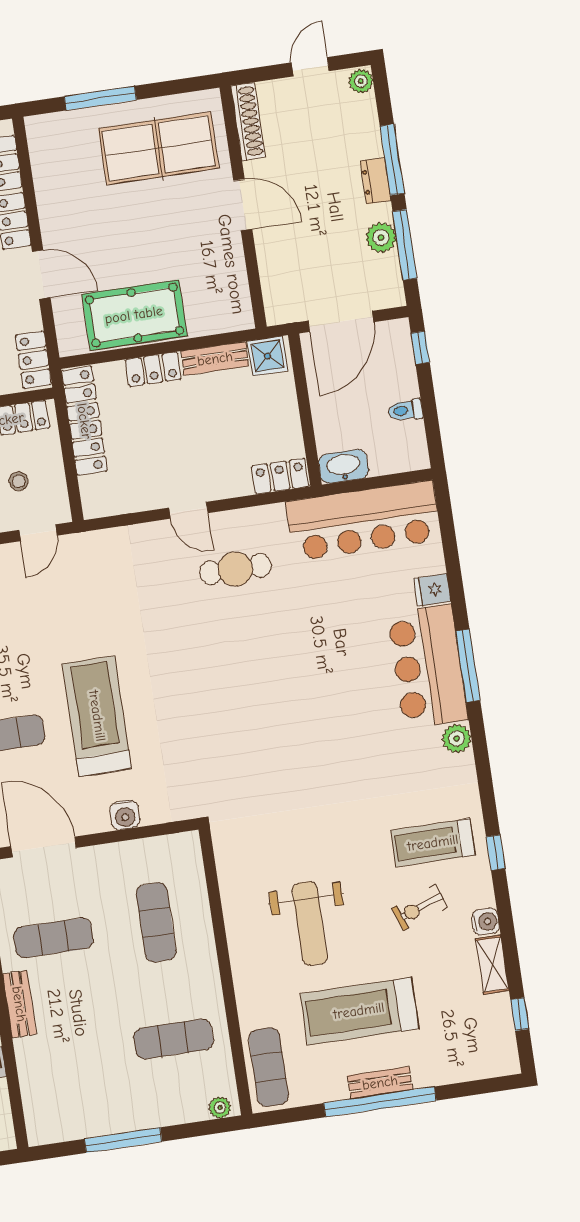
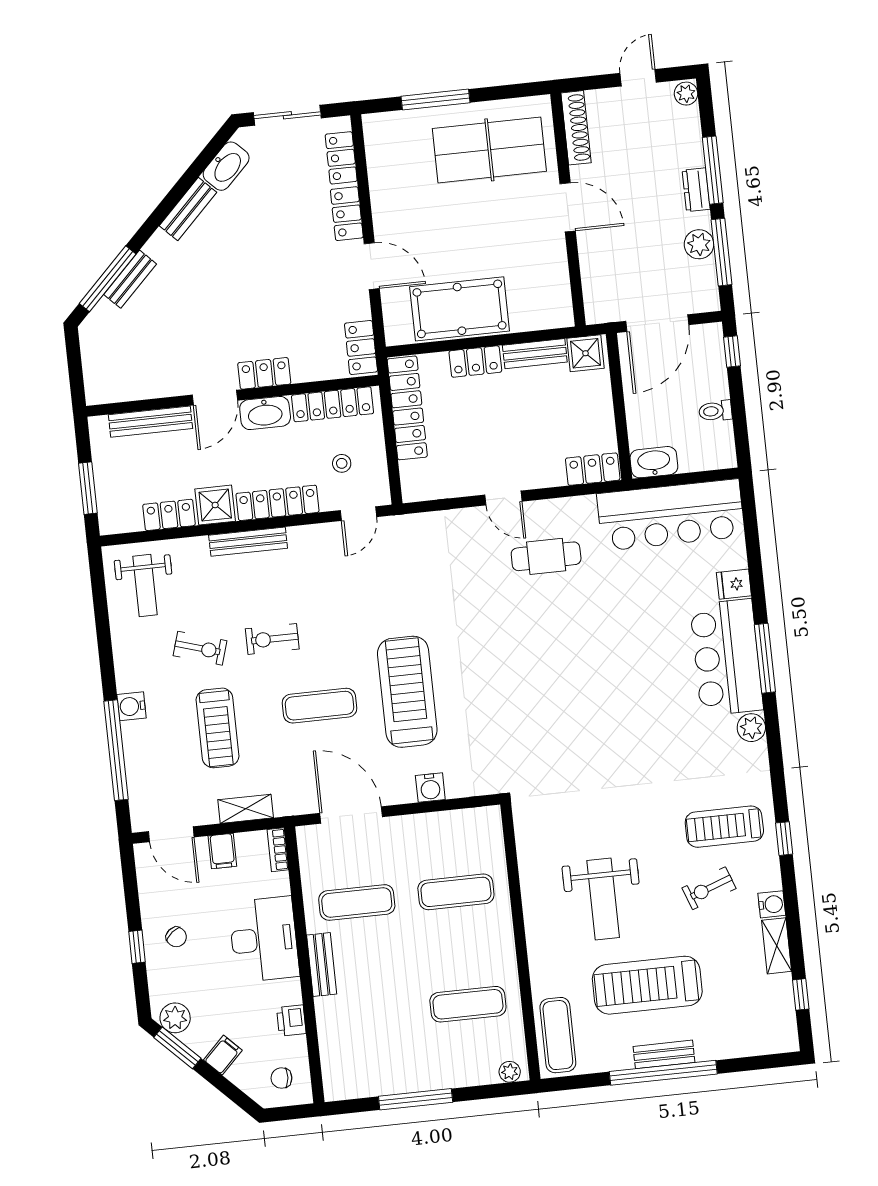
exercise mat: (156, 922) -> (456, 892), turned 90

